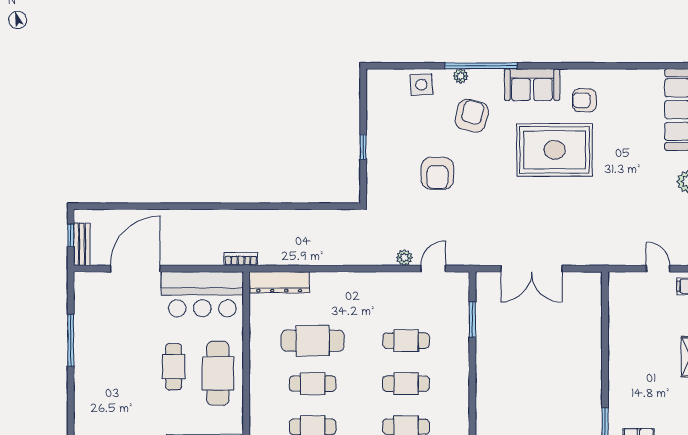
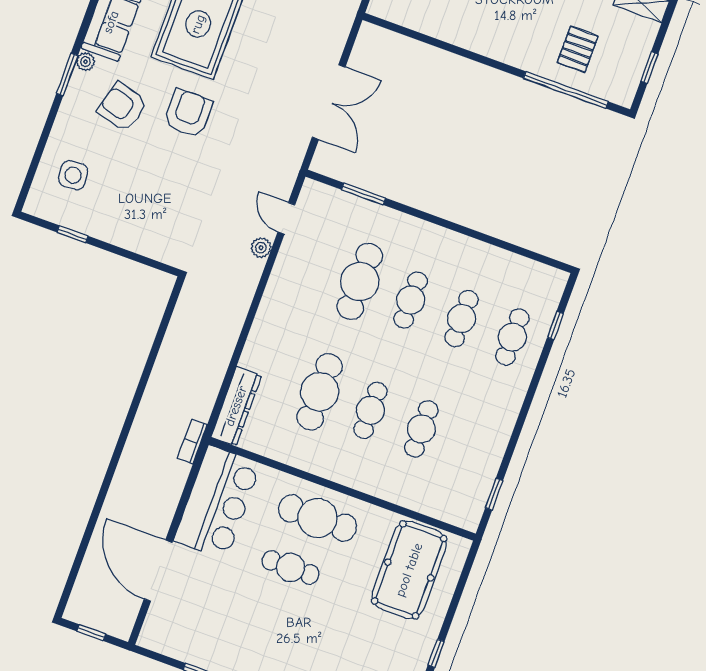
window: (481, 66) -> (67, 75), width x0.47
plant: (461, 76) -> (85, 62), moved
side table: (421, 85) -> (73, 175), moved
window: (363, 147) -> (73, 234), moved
armchair: (437, 173) -> (188, 113), moved, turned -90
bench: (82, 244) -> (106, 623), removed
cafe table: (406, 341) -> (360, 282), width x1.37, depth x1.35

